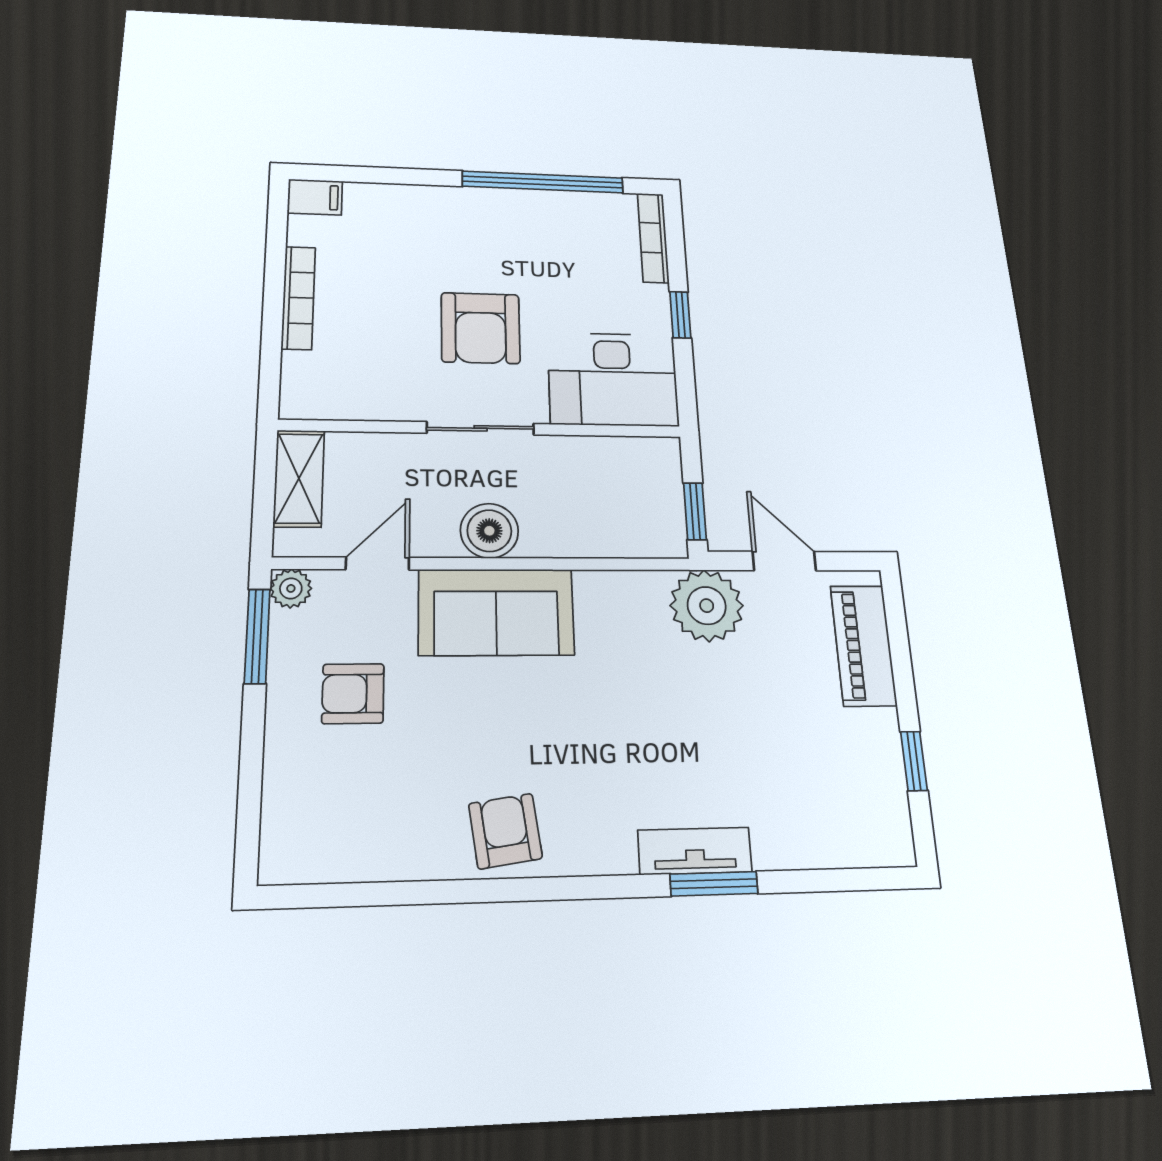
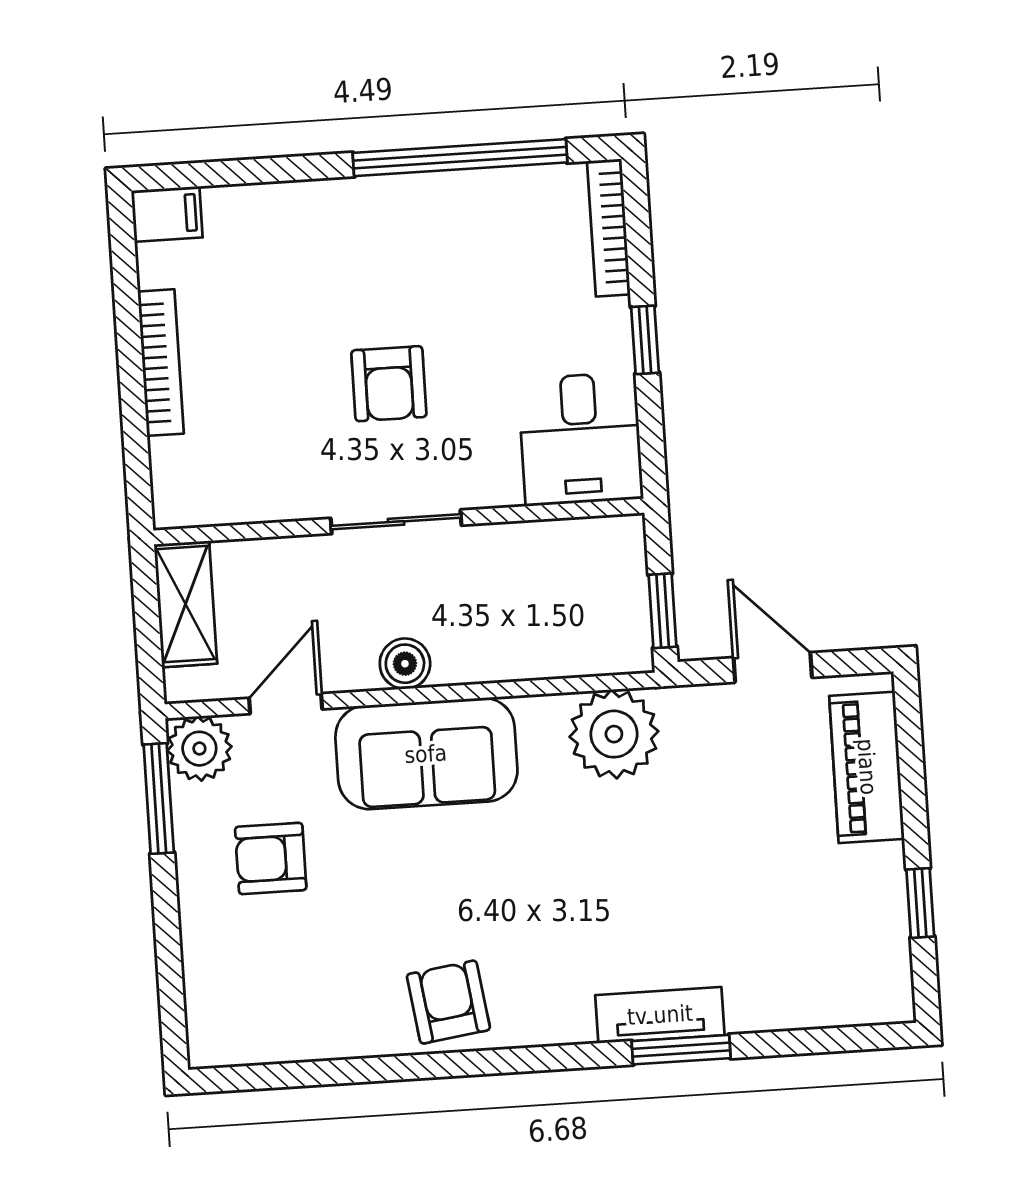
armchair: (481, 328) -> (389, 384), width x0.72, depth x0.72
desk: (613, 379) -> (581, 439), width x0.73
boiler: (489, 531) -> (405, 664), width x0.73, depth x0.73
plant: (291, 588) -> (199, 749), width x1.38, depth x1.38
plant: (707, 606) -> (614, 734), moved

